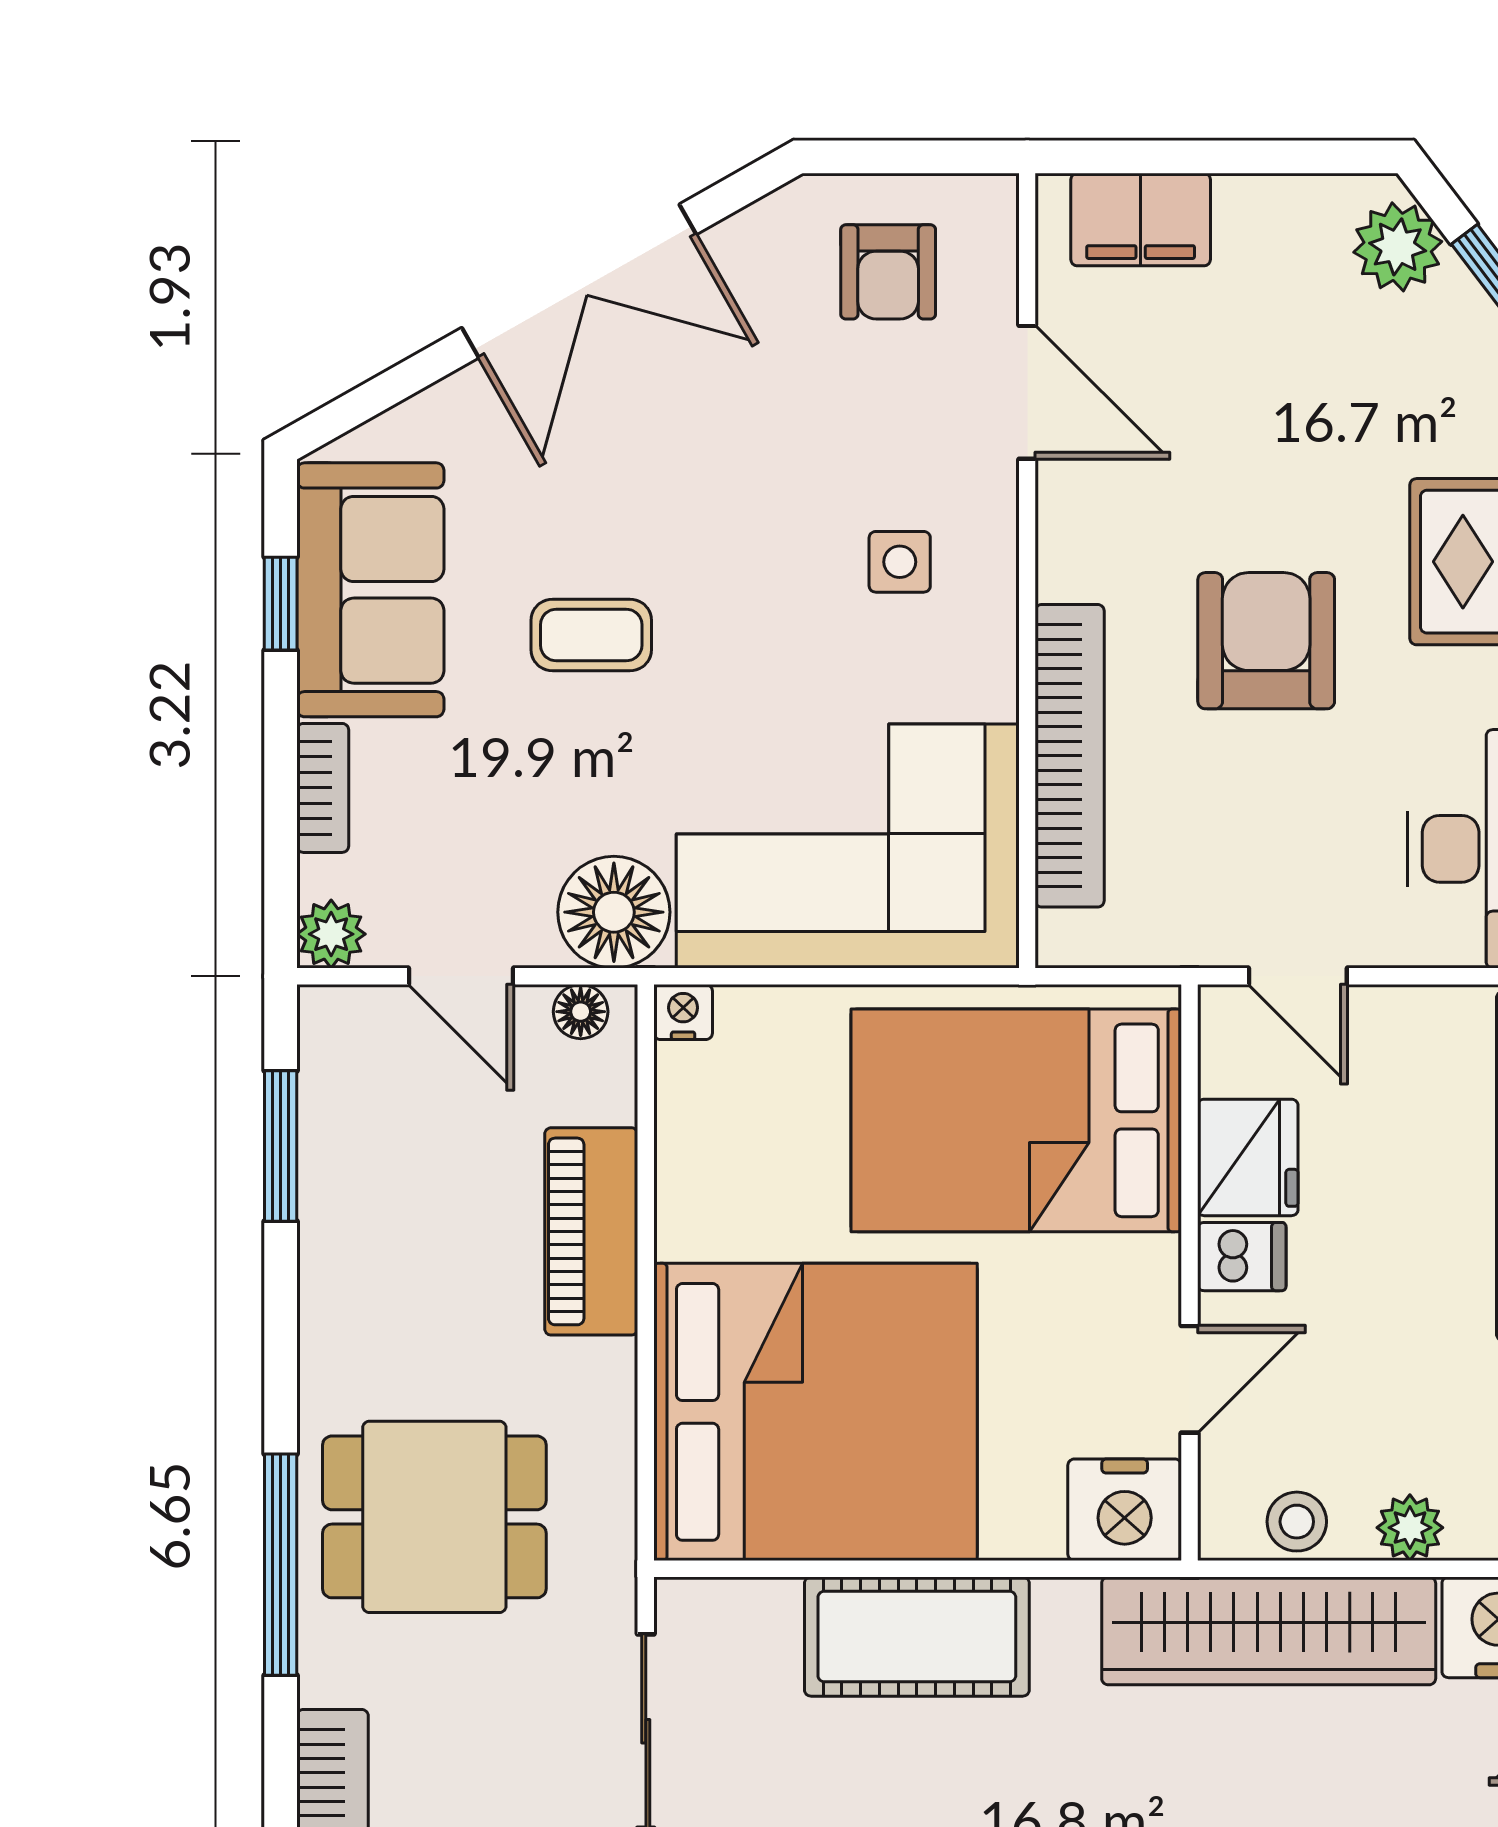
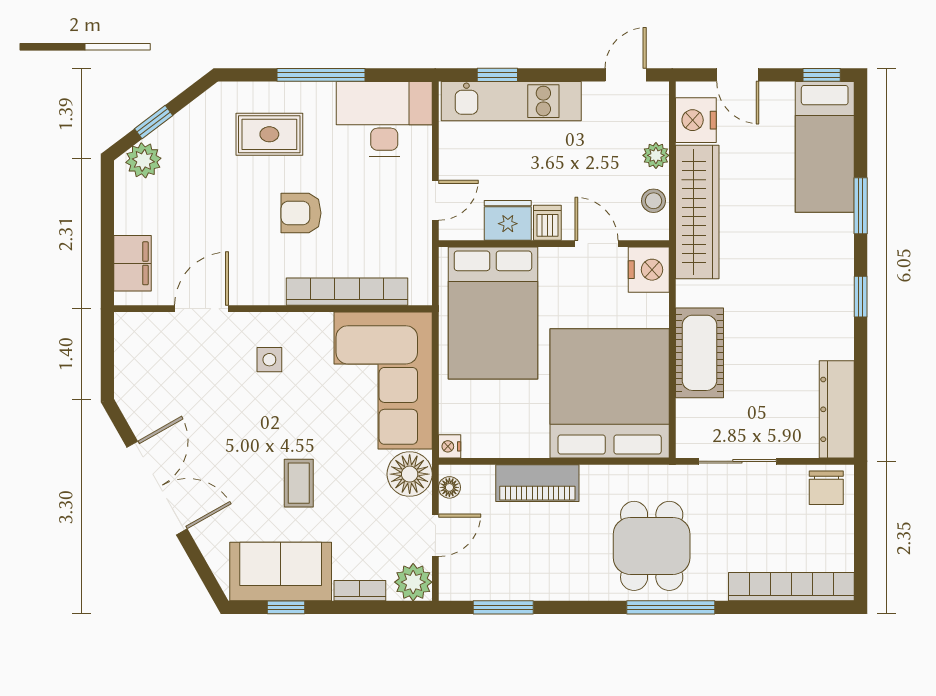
armchair: (888, 272) -> (153, 364), removed
armchair: (1266, 641) -> (301, 213), width x0.72, depth x0.72
plant: (331, 934) -> (413, 582), width x1.38, depth x1.38

